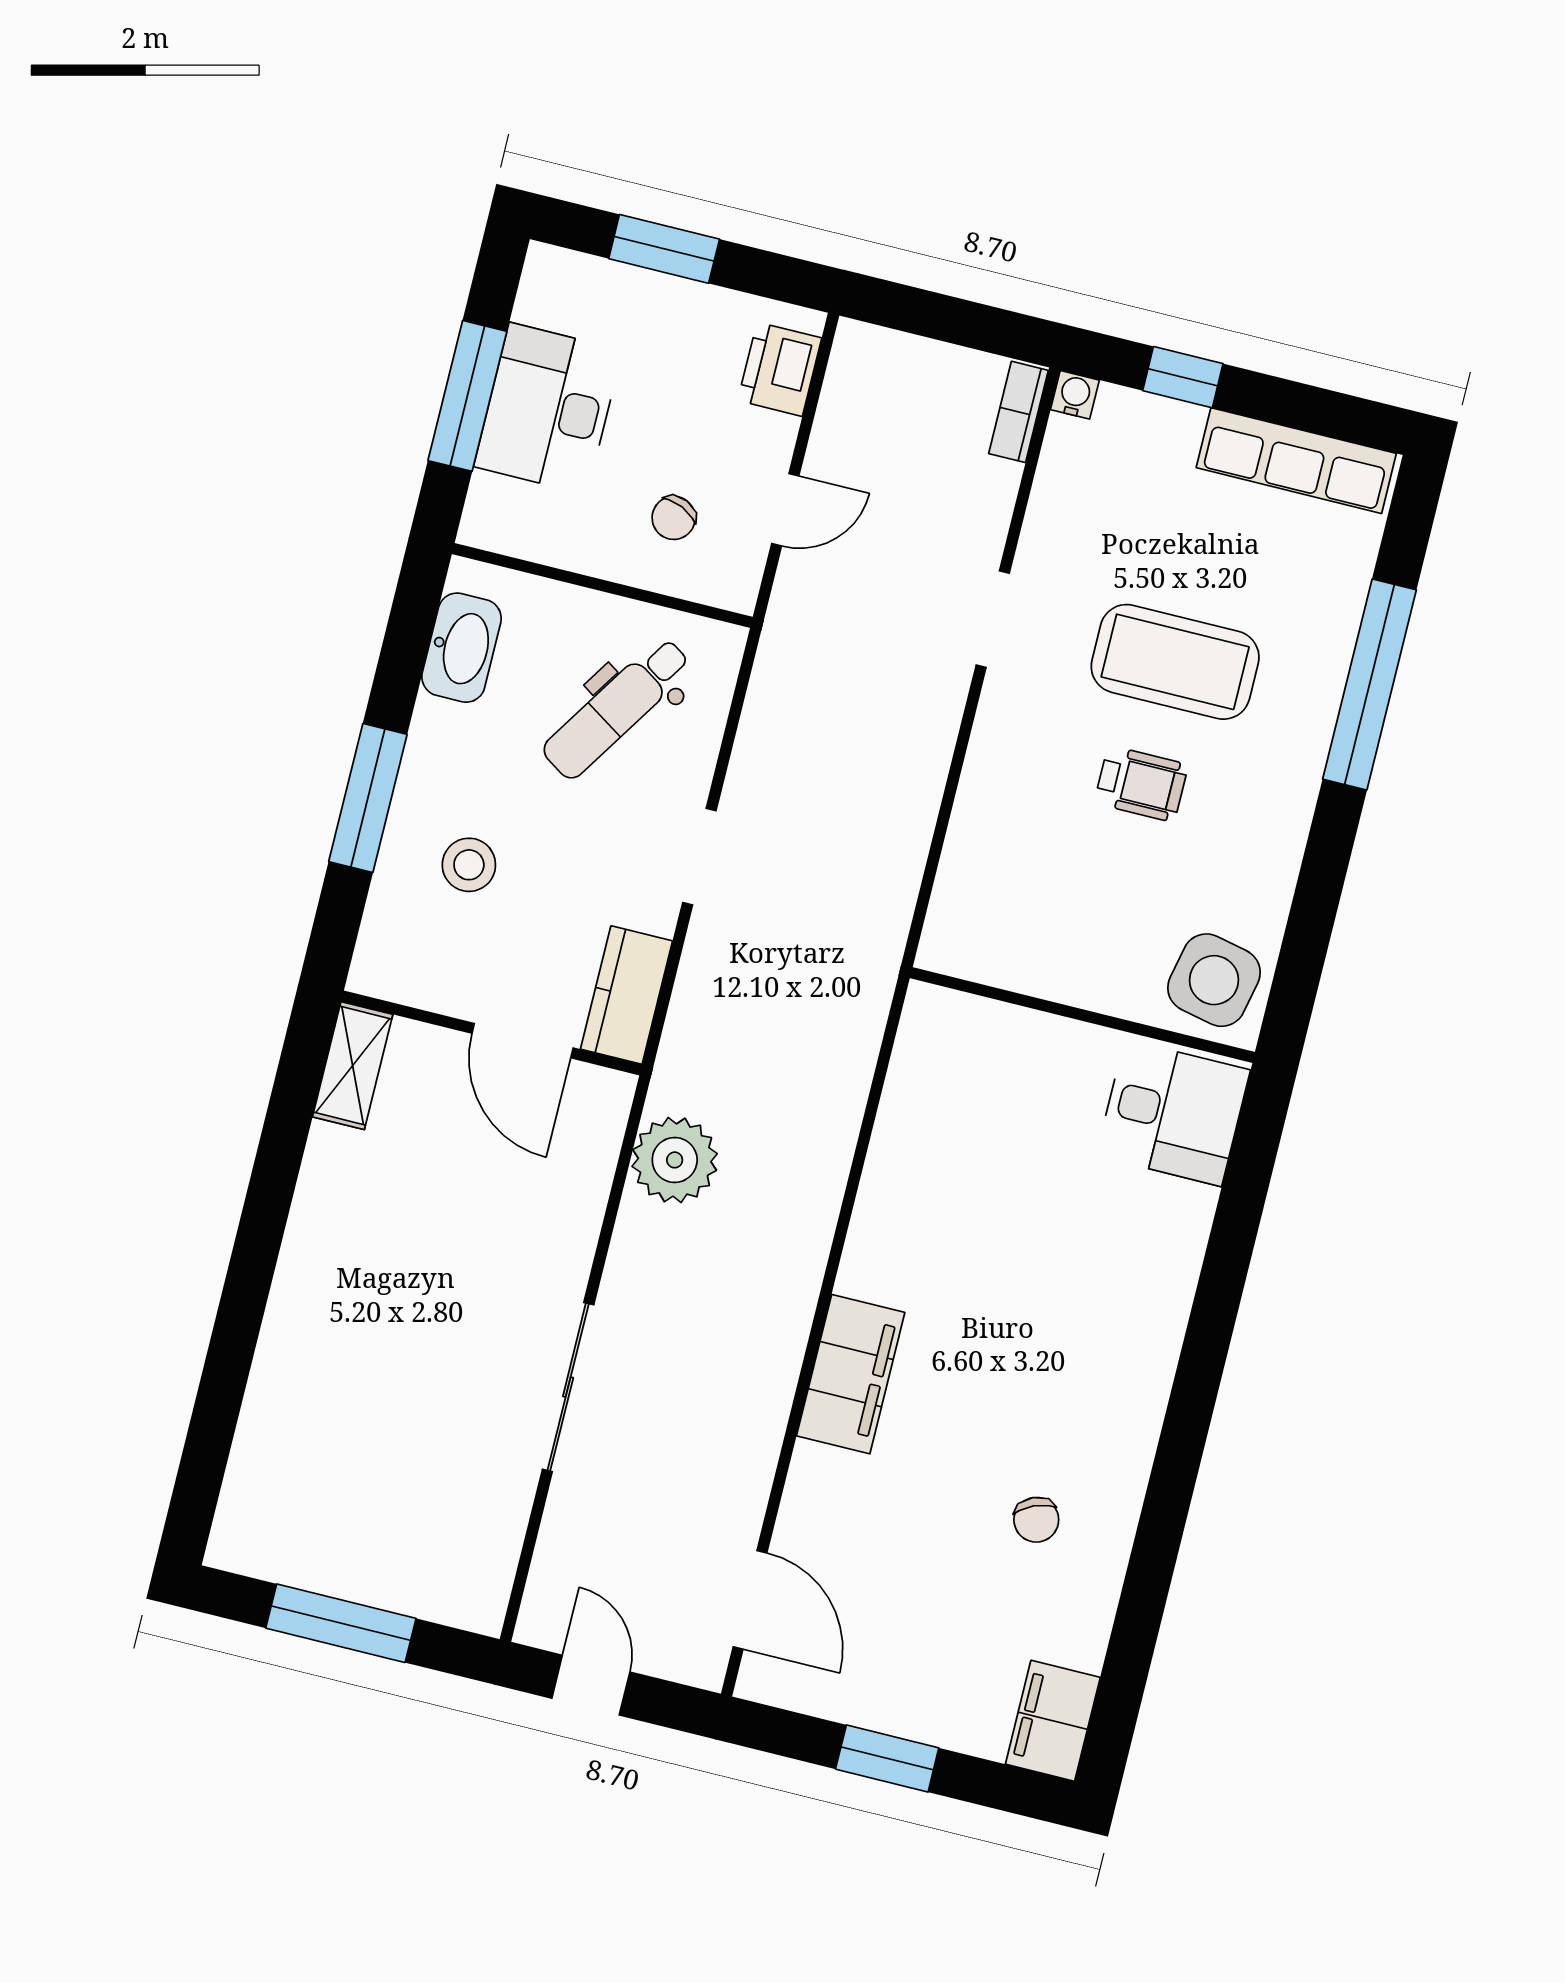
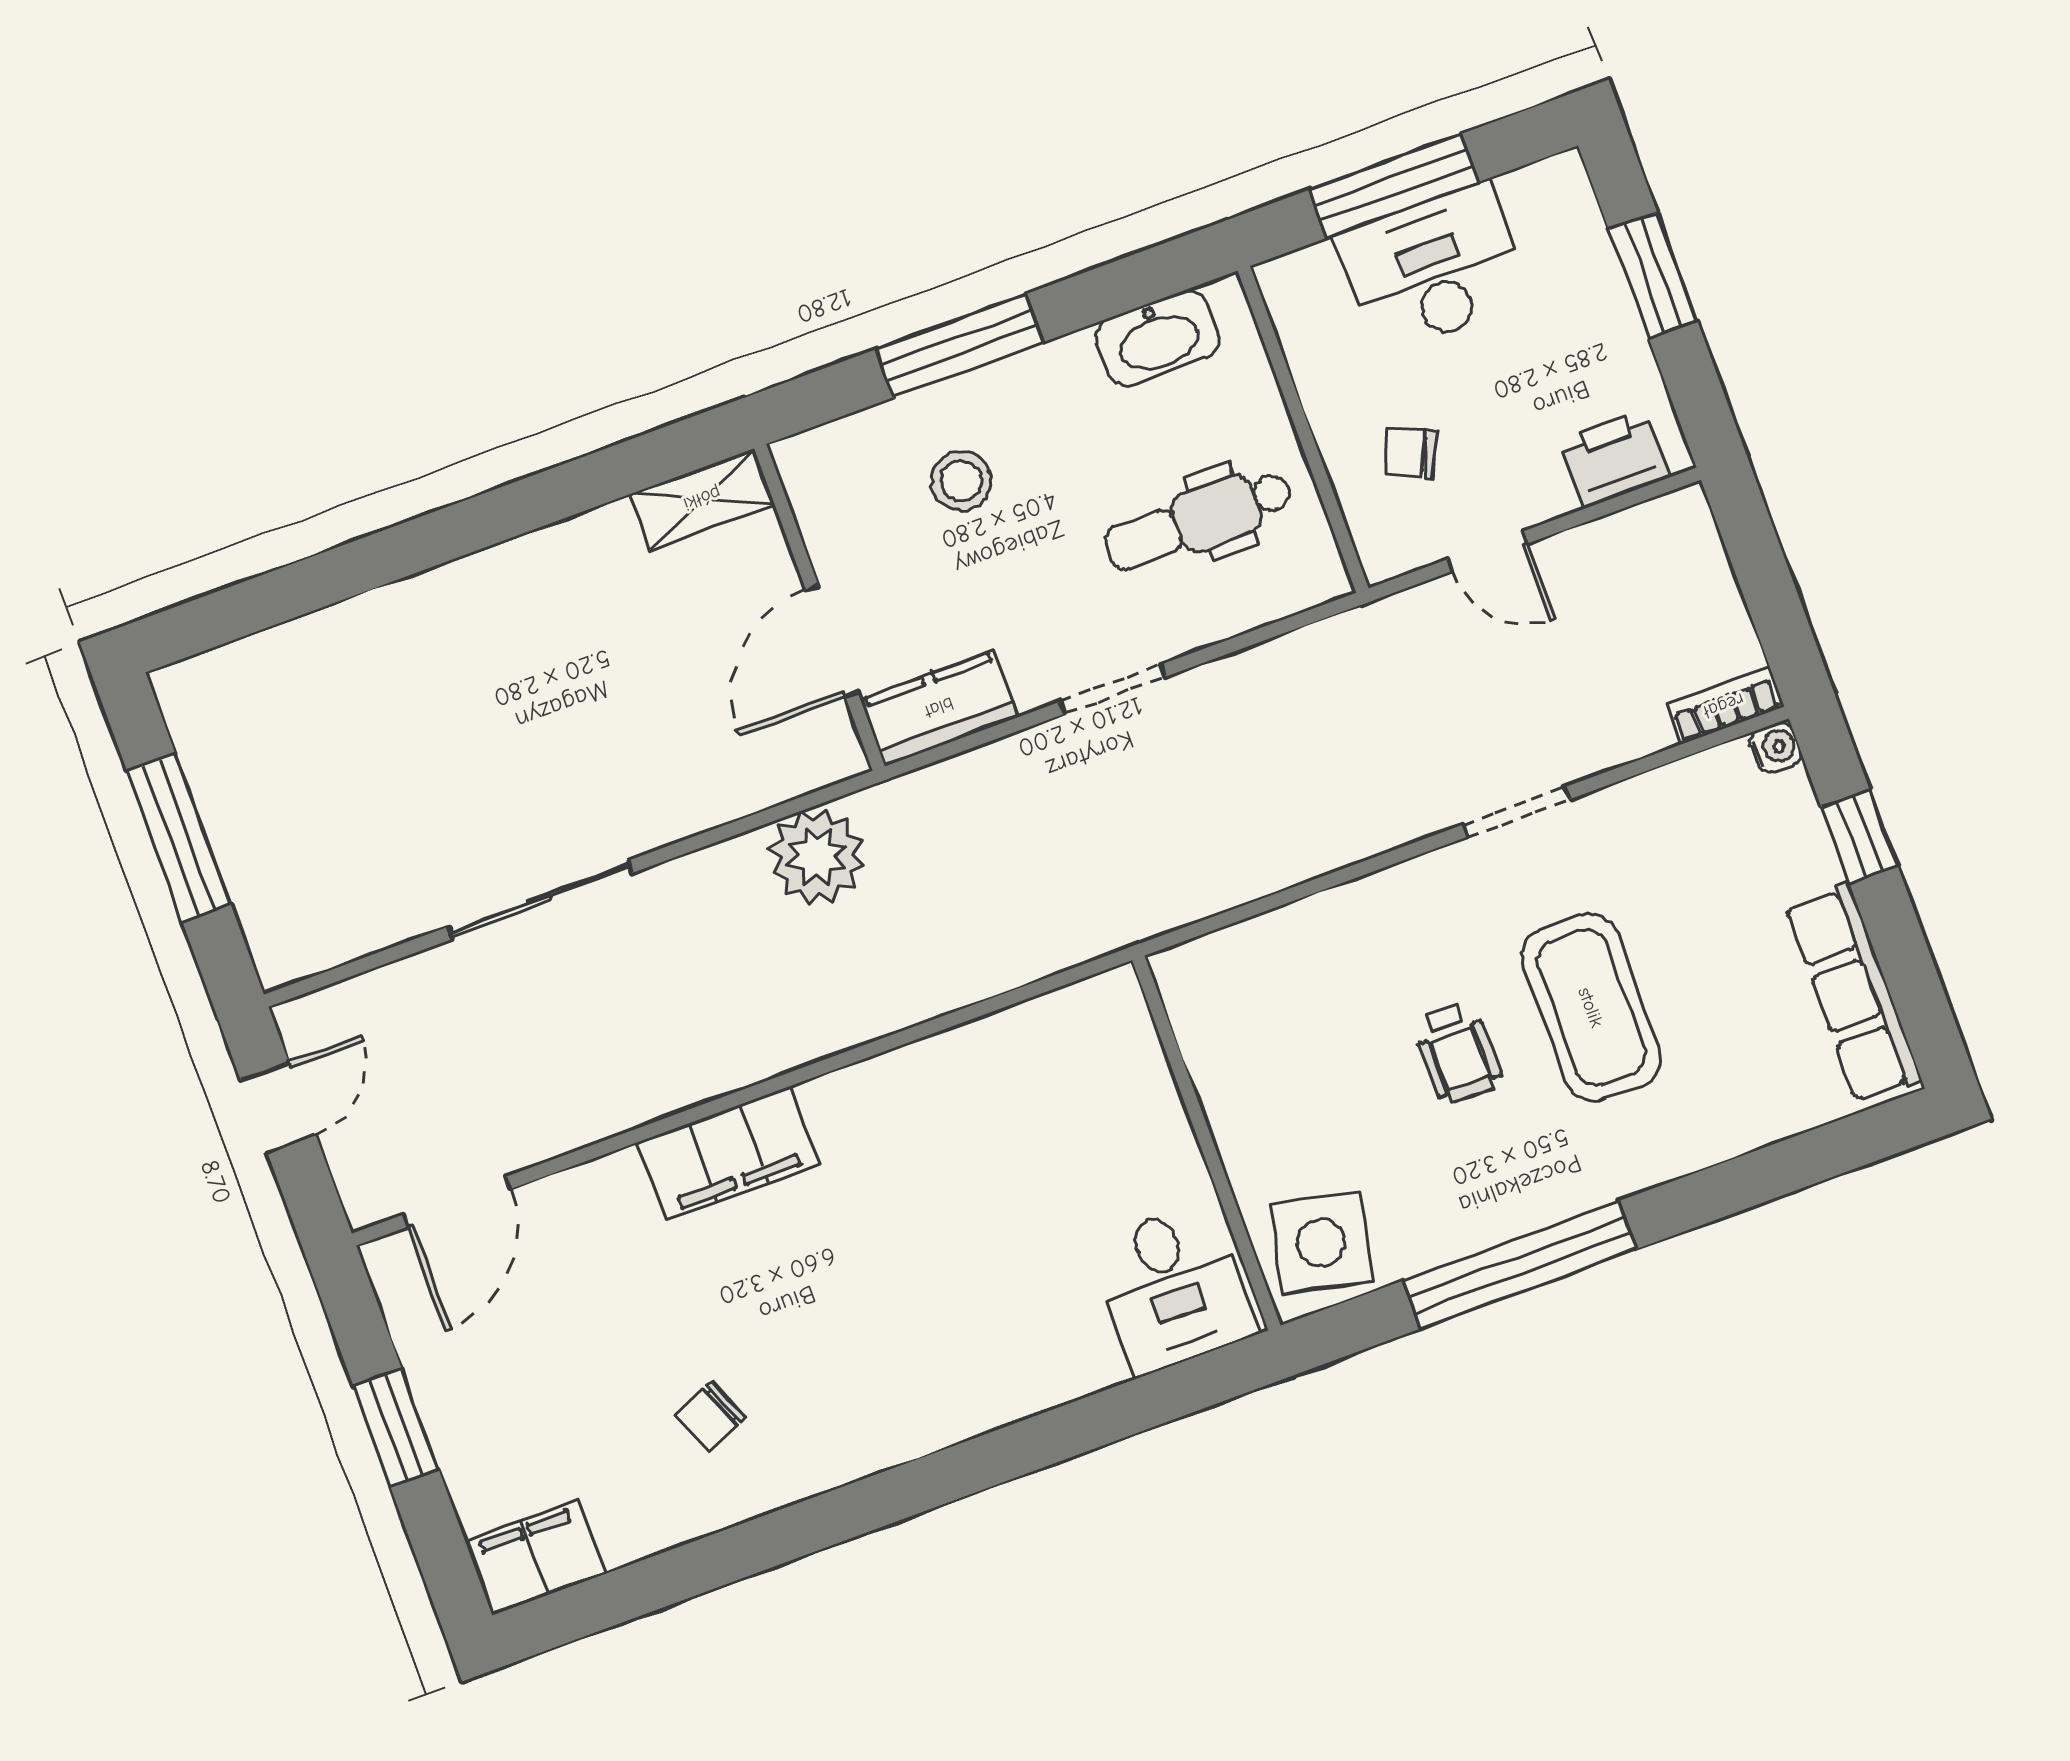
window: (1369, 685) -> (1520, 1265), moved
dental chair: (617, 708) -> (1199, 520), turned -33

